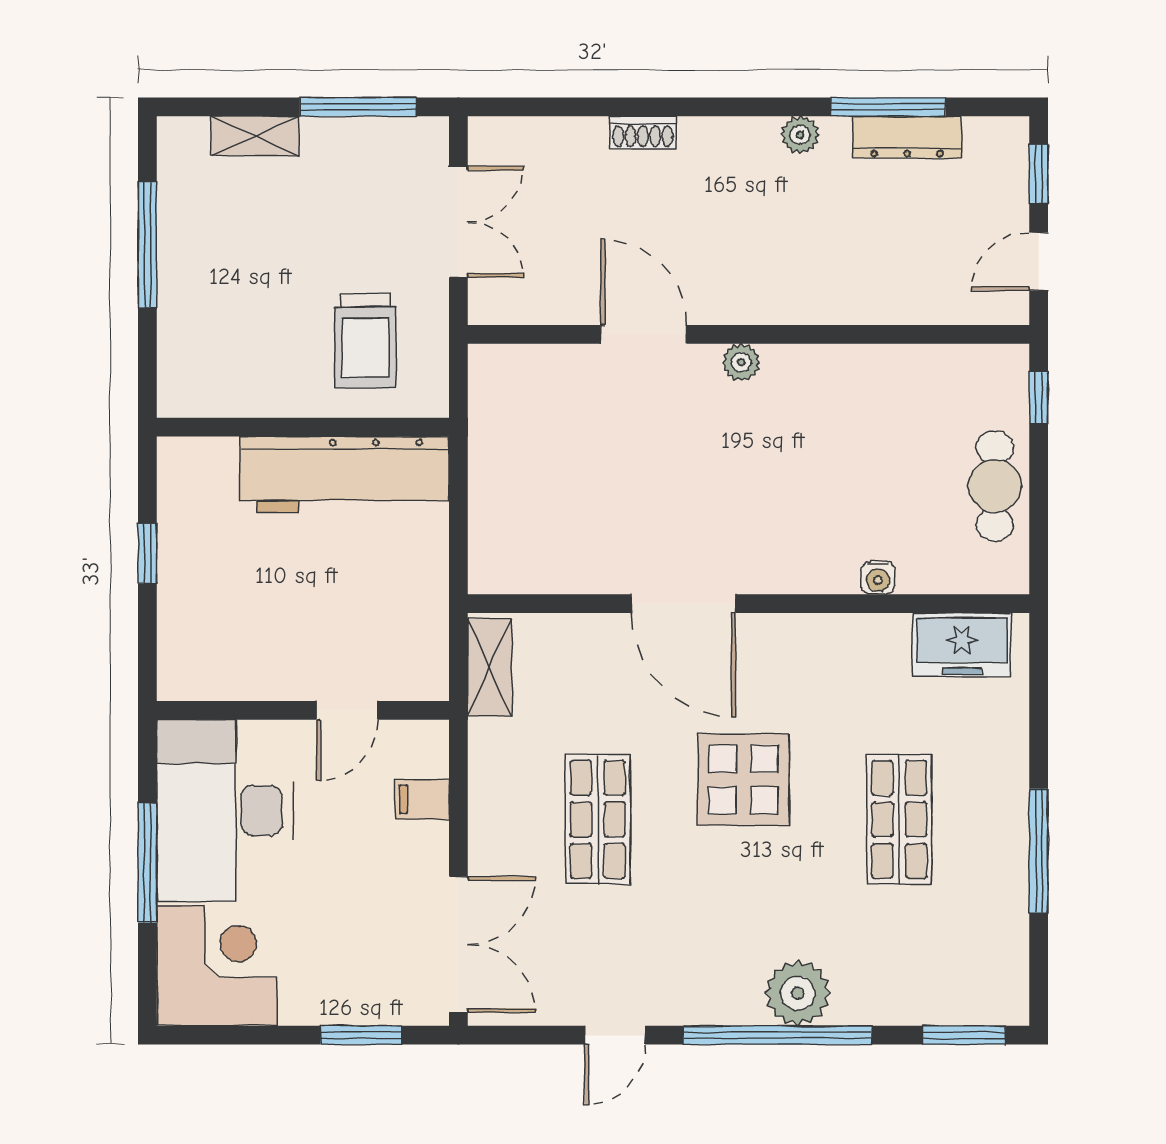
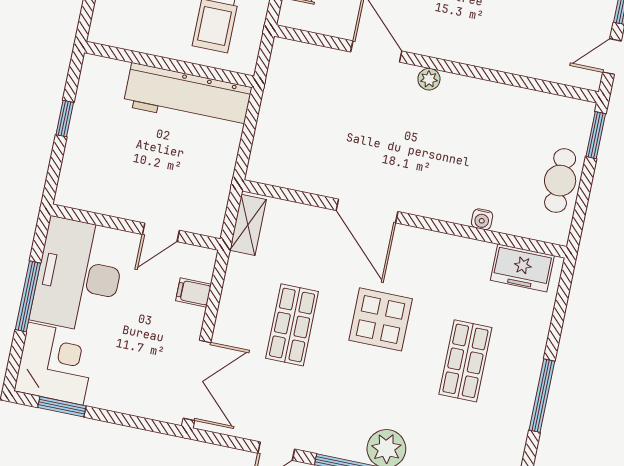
window: (1039, 398) -> (596, 135), width x1.50
window: (361, 1035) -> (62, 407), moved

